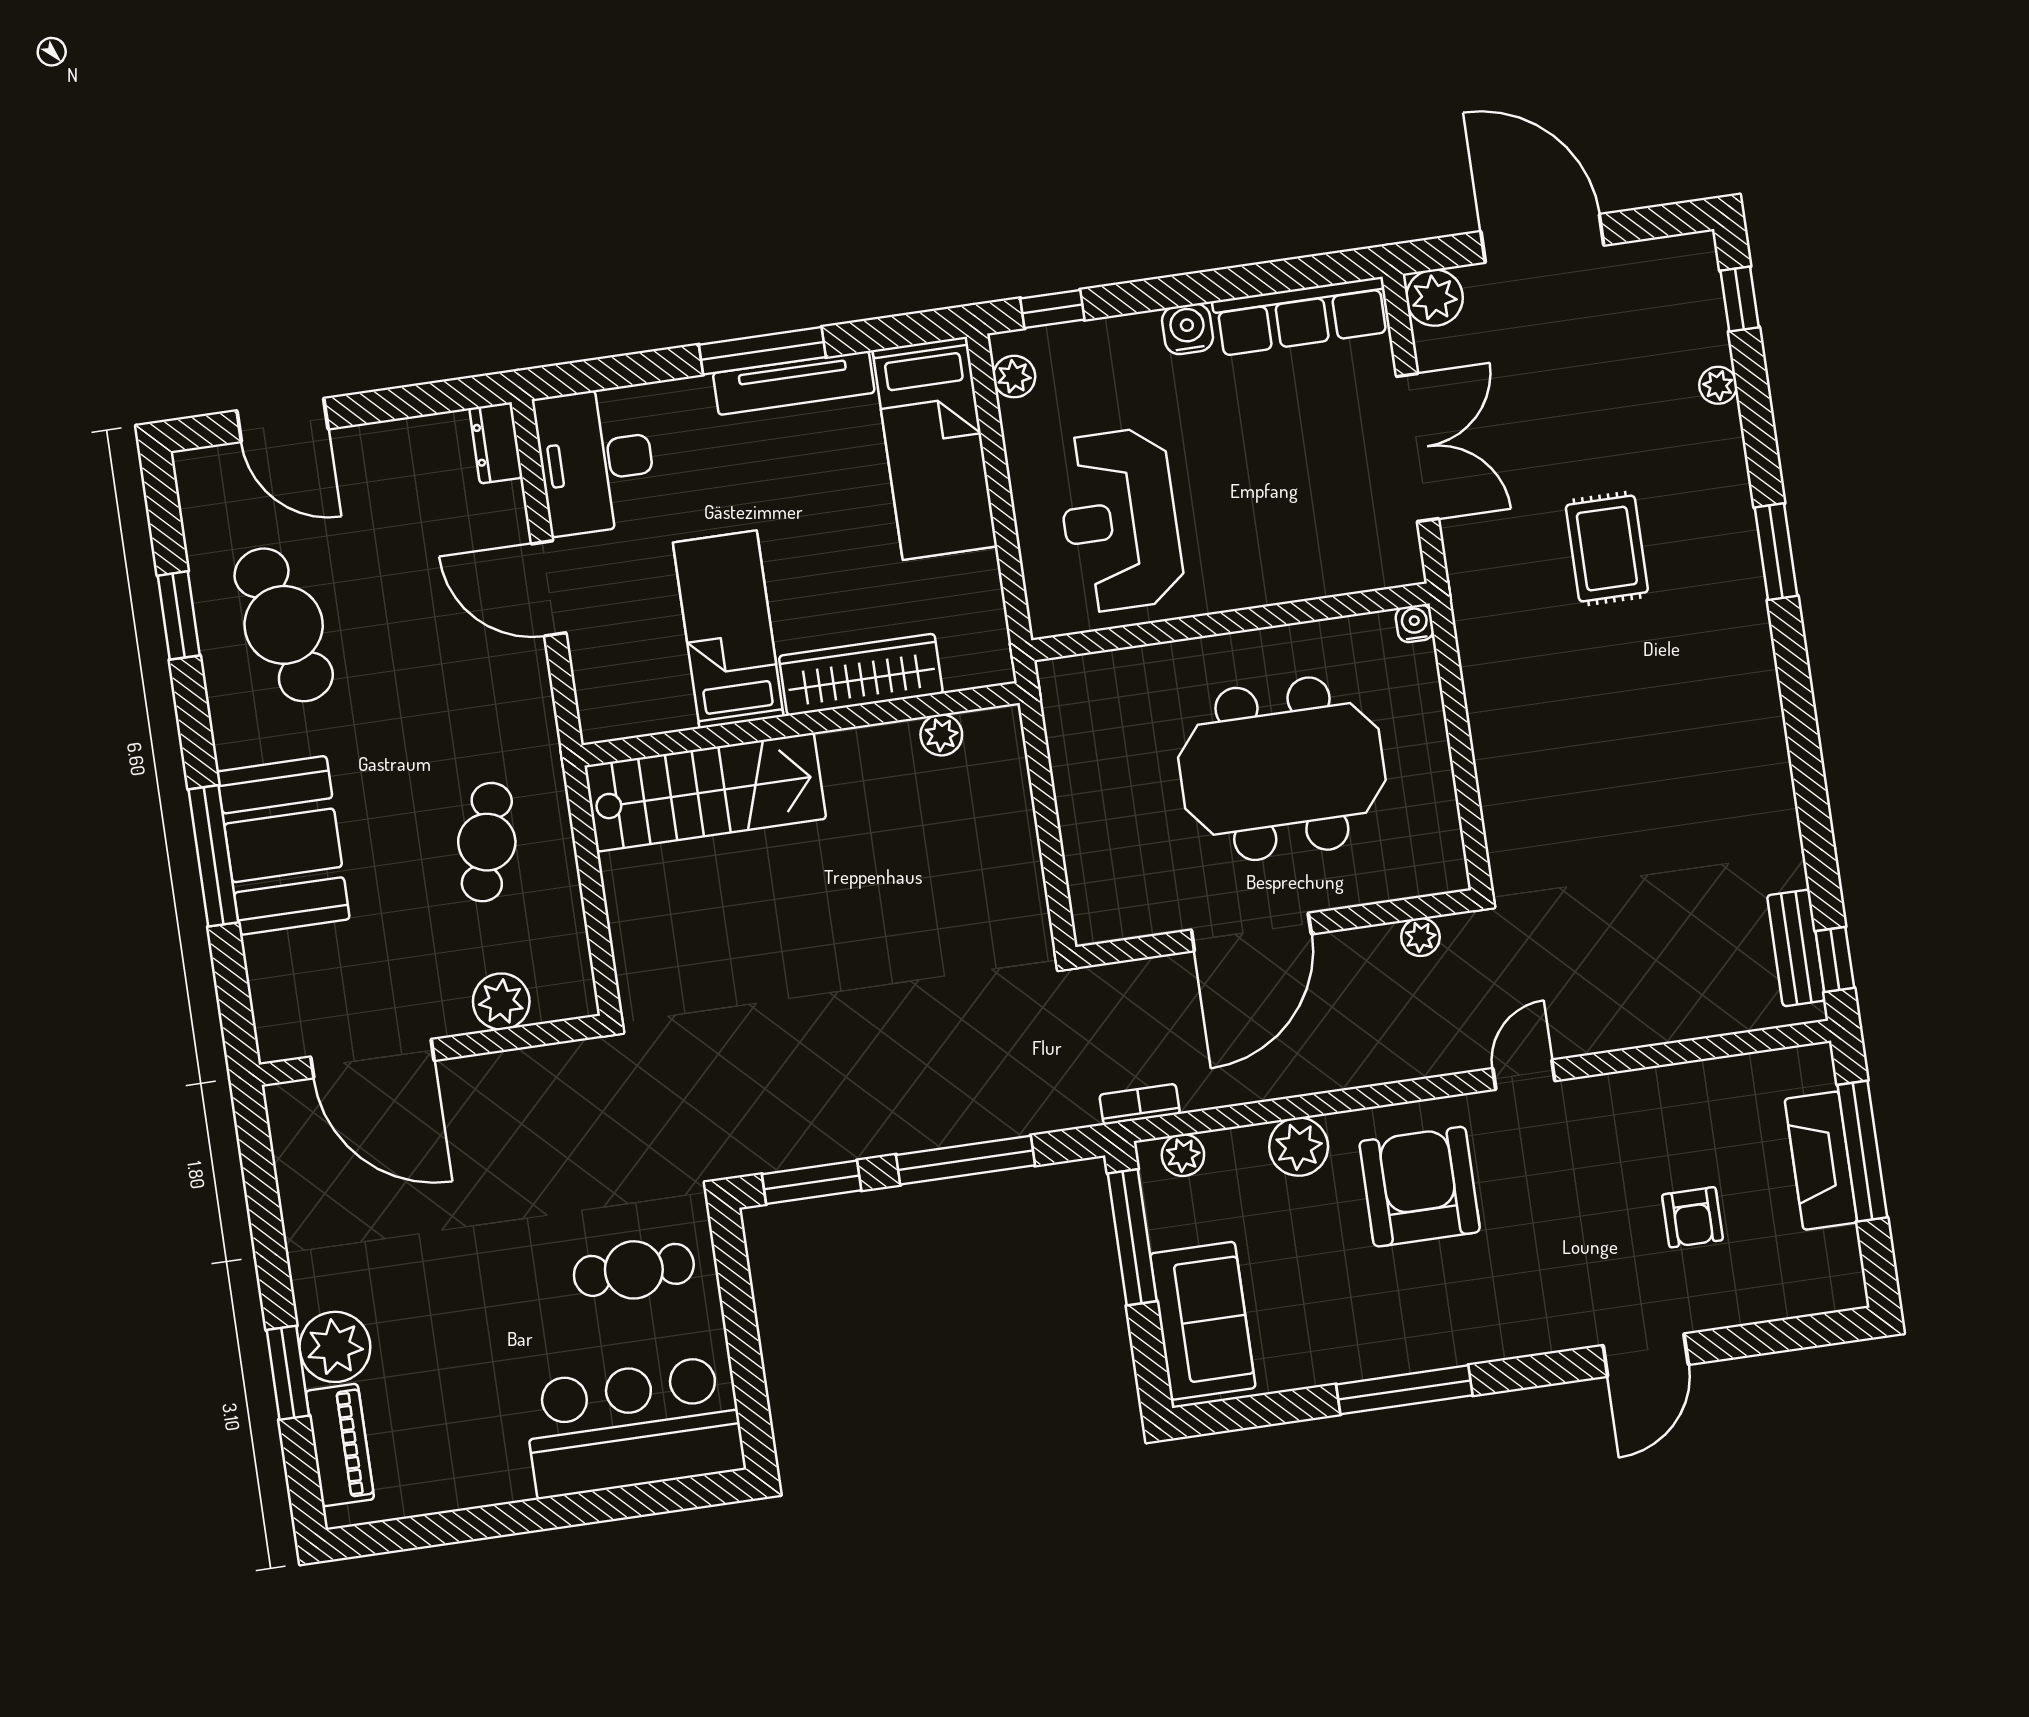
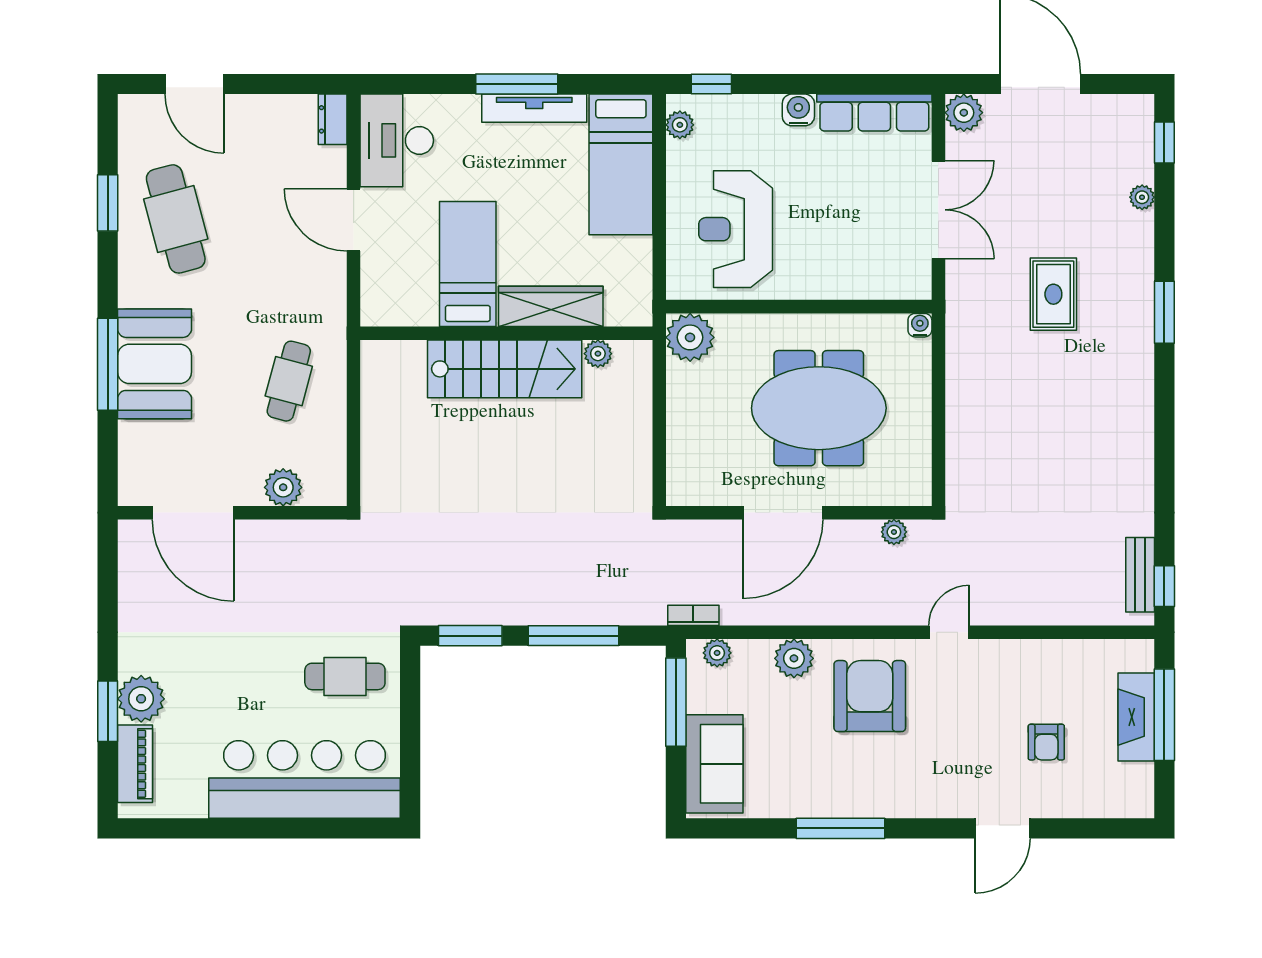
plant: (1075, 691) -> (690, 337), added
stairs: (705, 792) -> (505, 369), moved
bar counter: (634, 1427) -> (305, 779), width x1.36

